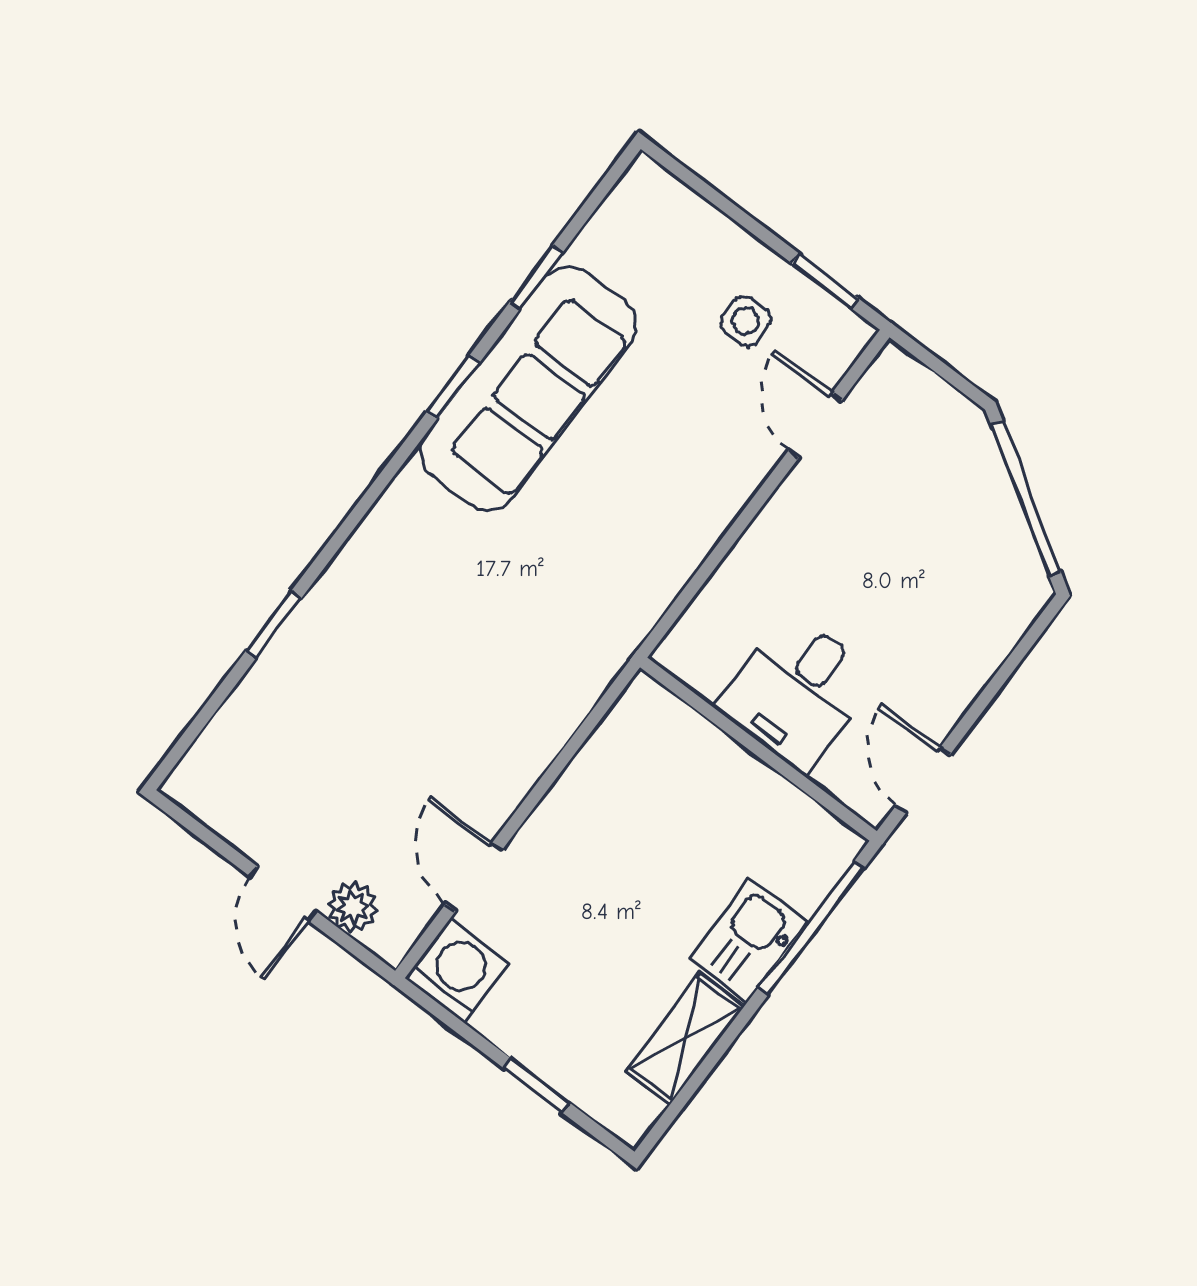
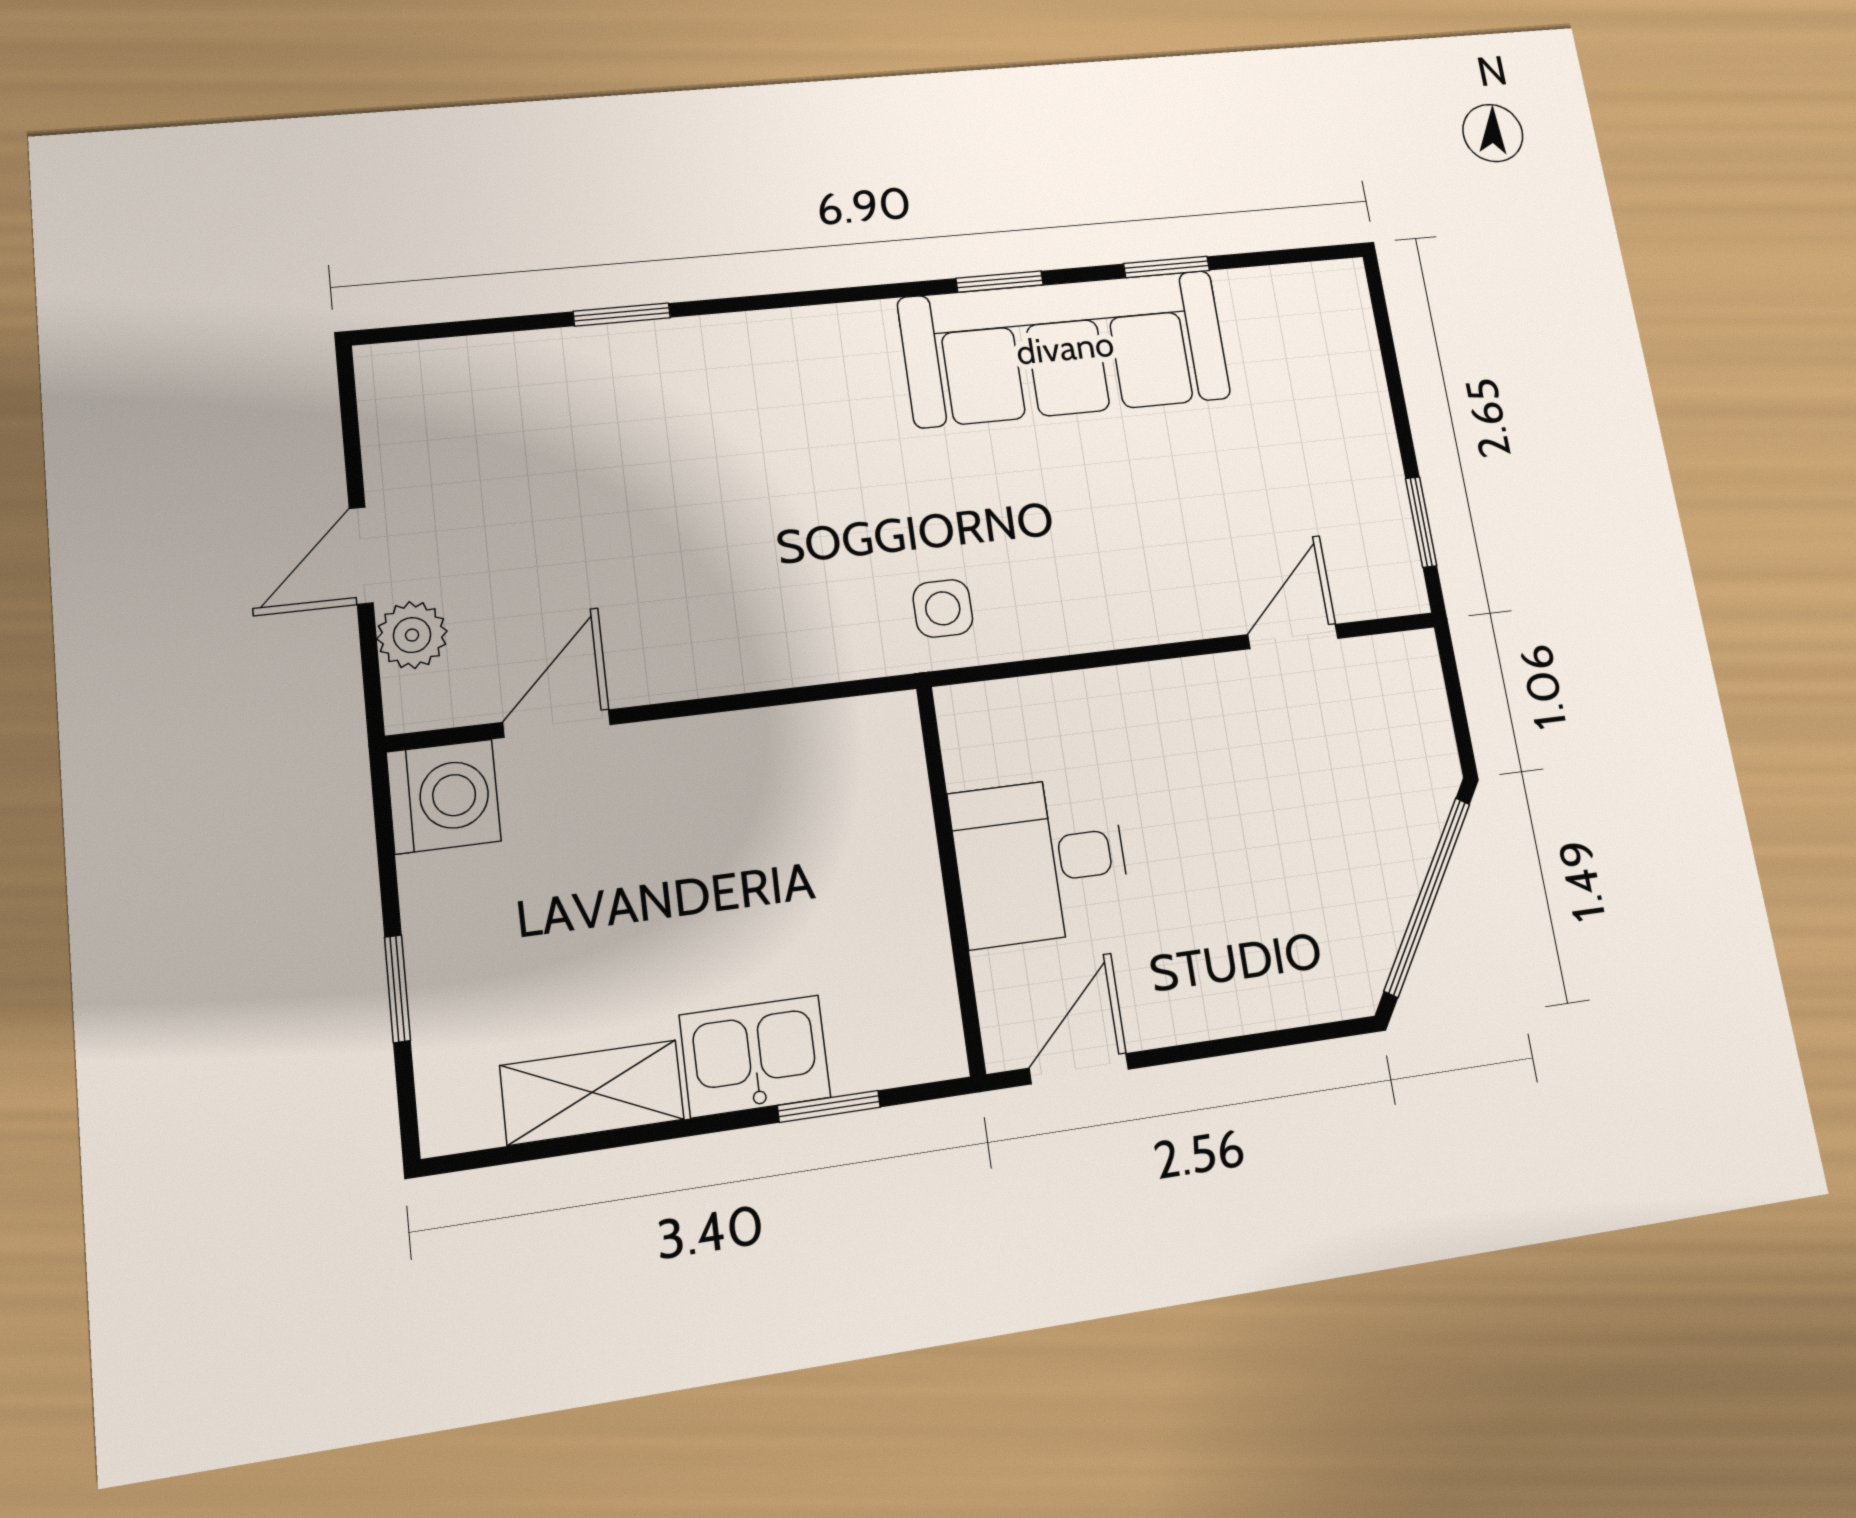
side table: (745, 321) -> (943, 608), moved
window: (811, 928) -> (829, 1106), width x0.46

